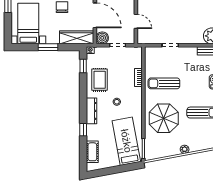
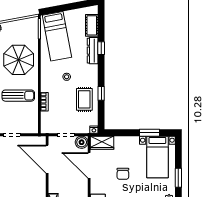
door: (136, 21) -> (47, 159), width x1.87
wardrobe: (77, 37) -> (102, 143), width x0.67
window: (48, 47) -> (150, 133), moved
window: (83, 66) -> (101, 93), moved
dresser: (92, 111) -> (93, 51), moved

